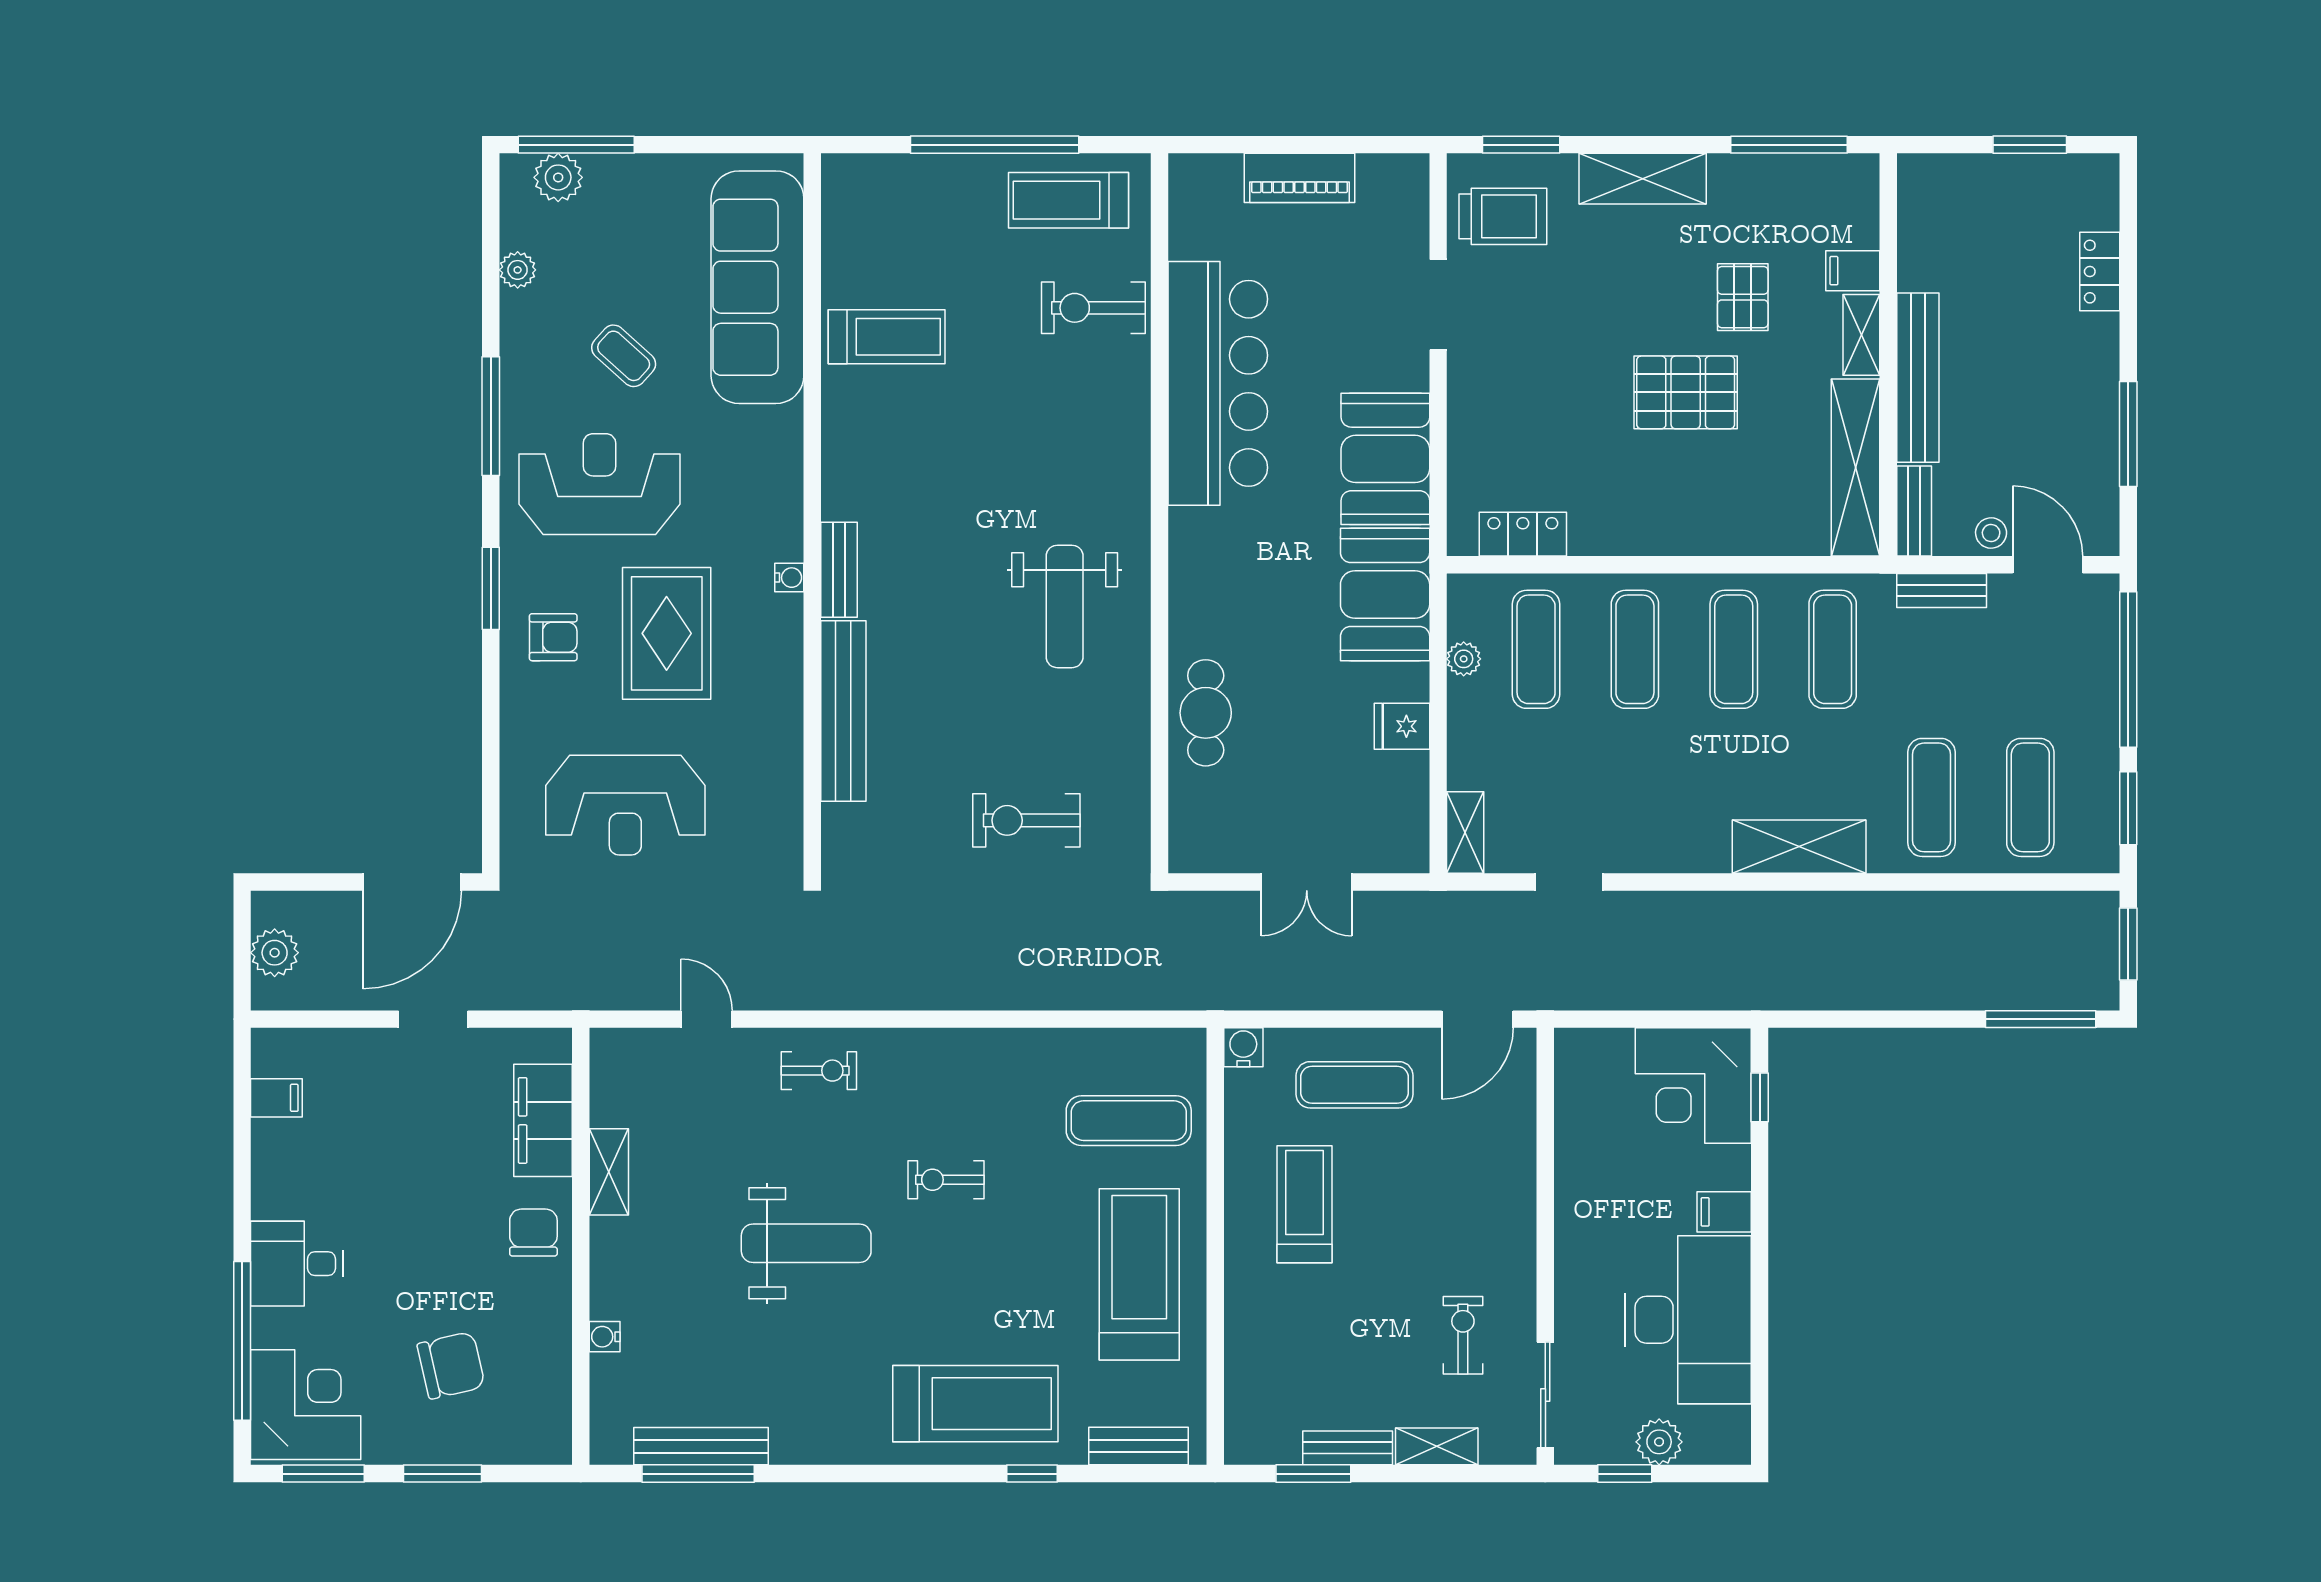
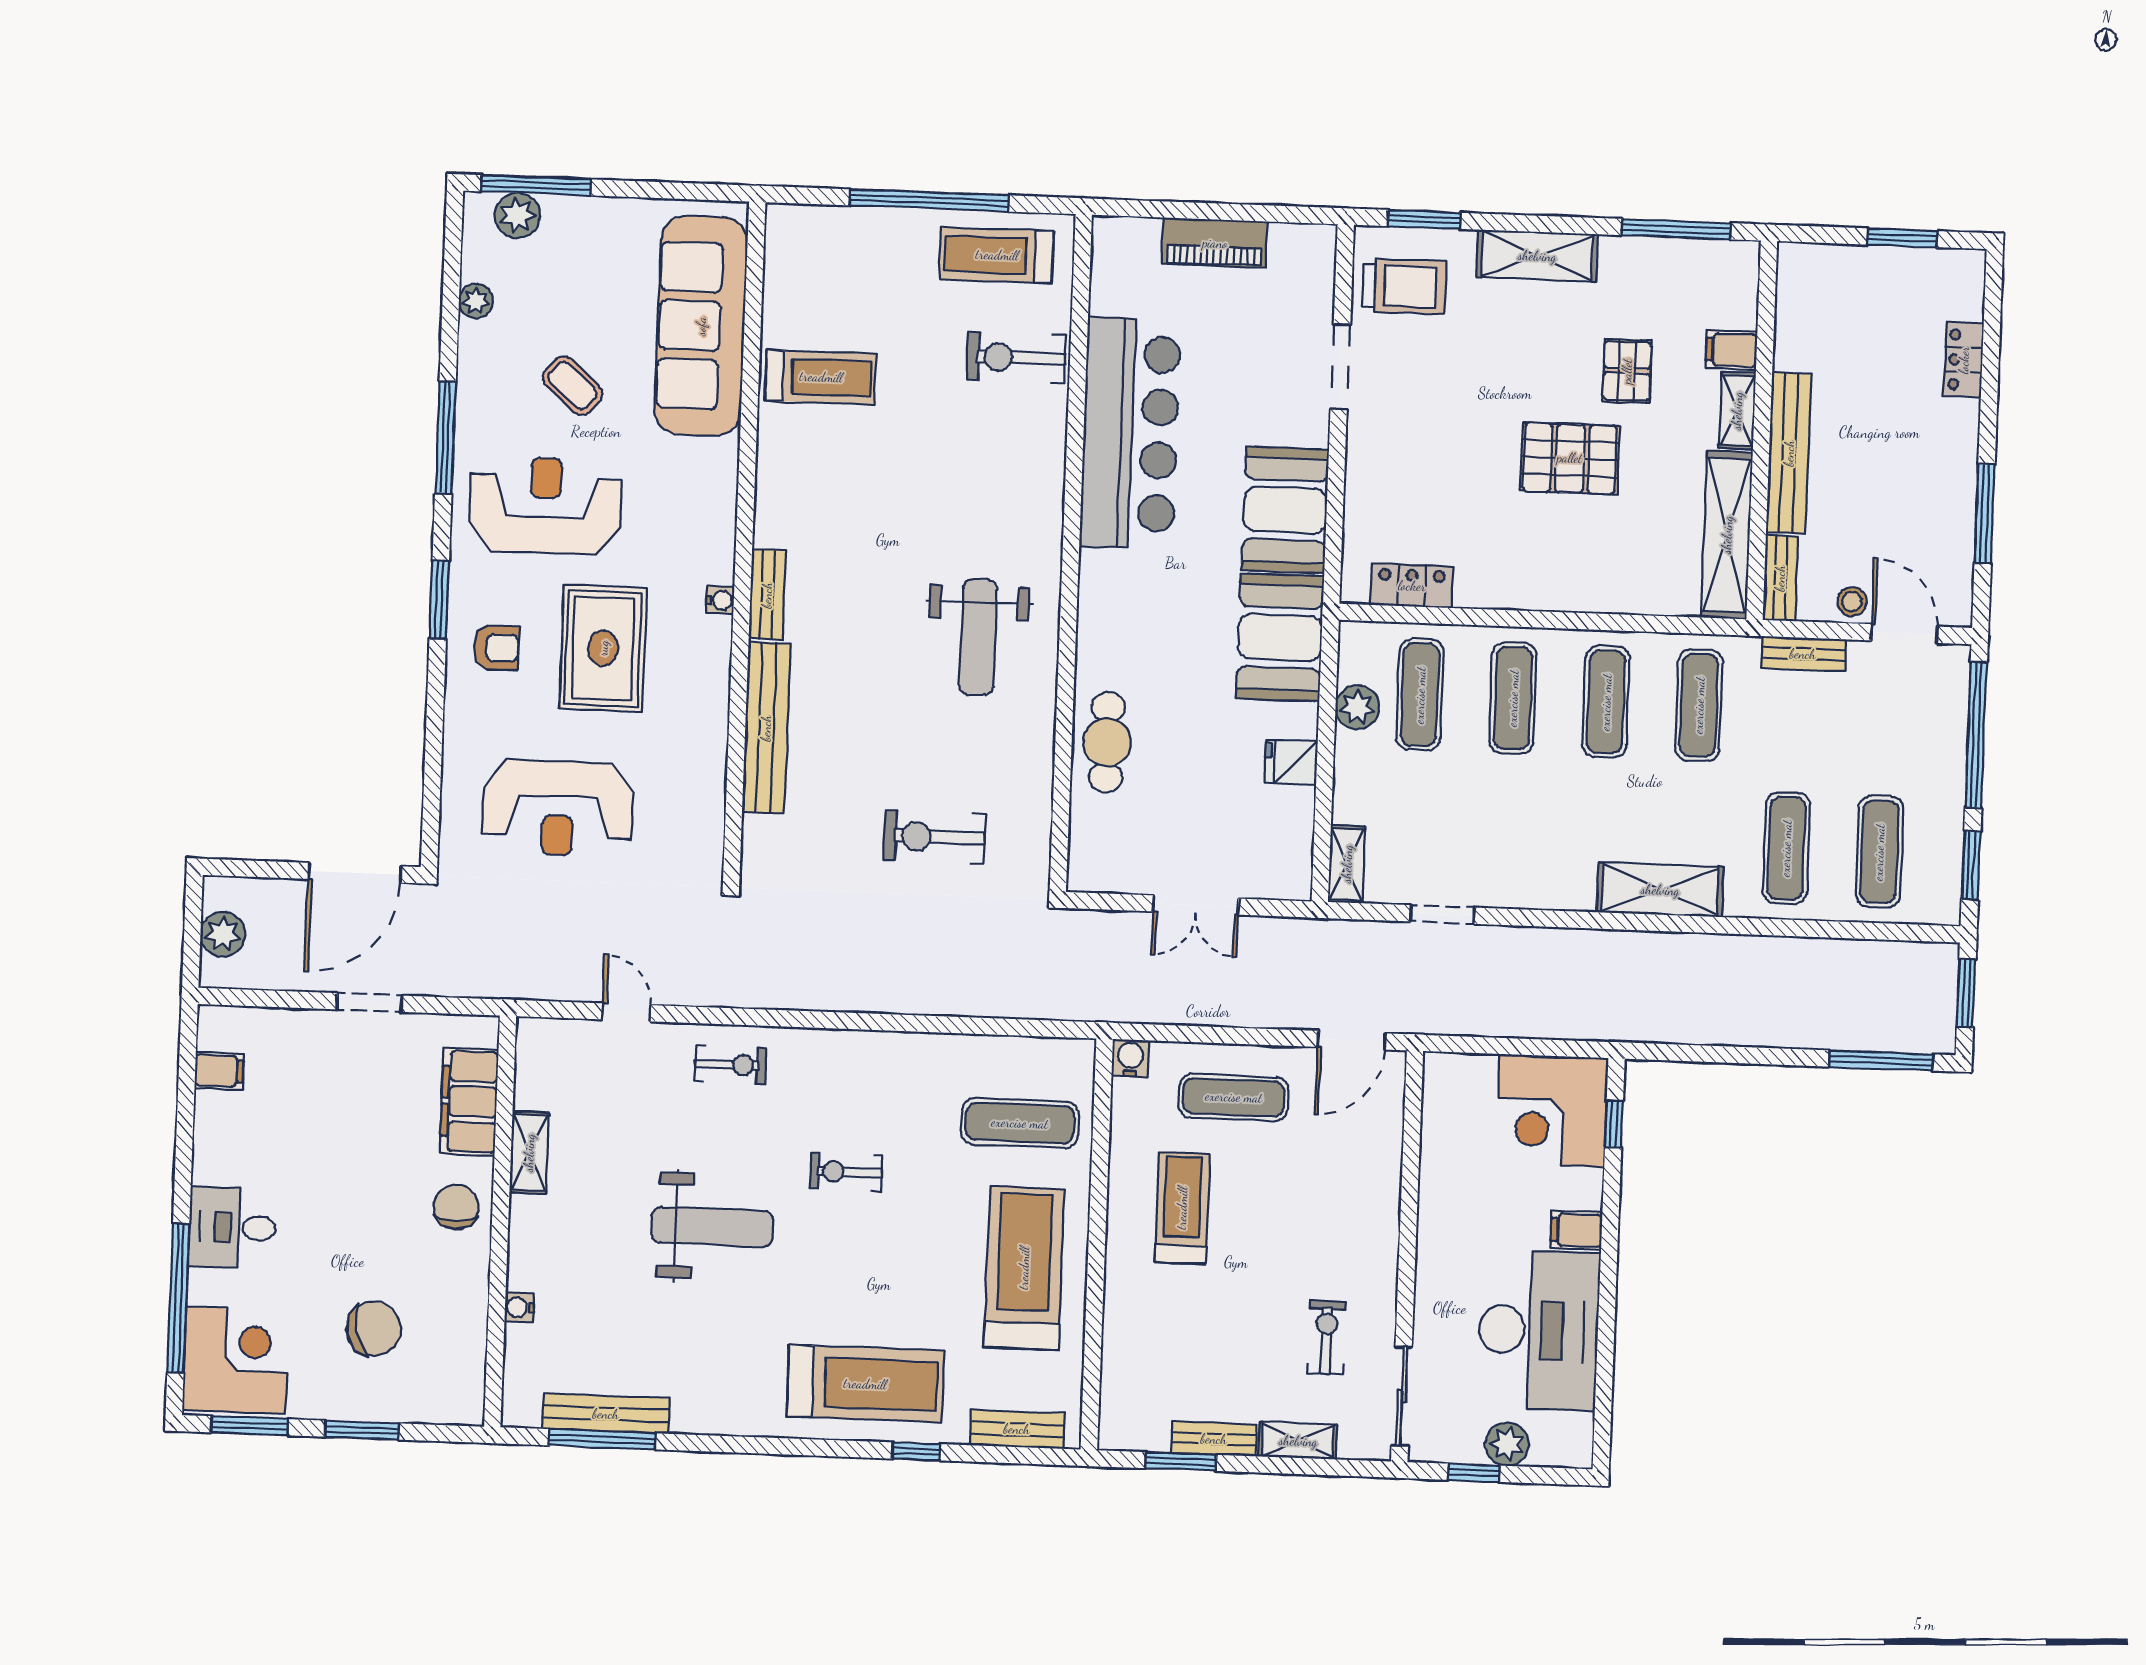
plant: (1464, 659) -> (1357, 707), width x1.38, depth x1.38

